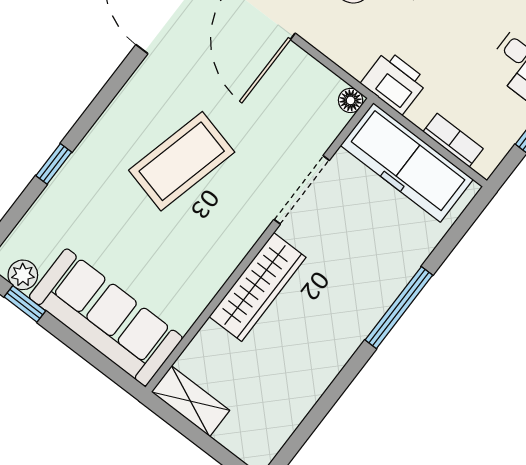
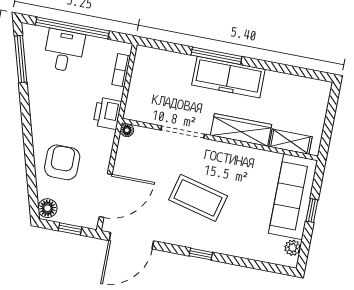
freezer: (407, 162) -> (228, 77), moved, turned 90
window: (54, 164) -> (201, 254), moved
window: (25, 304) -> (312, 210), moved
shelving: (191, 401) -> (290, 142), moved, turned 90

